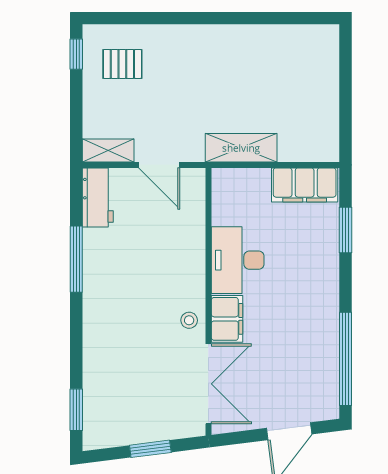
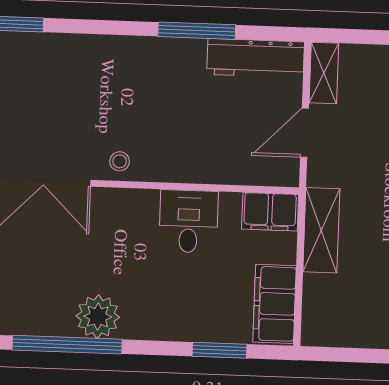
workbench: (98, 197) -> (256, 58), width x1.37
desk: (238, 260) -> (189, 221), width x0.73
filing cabinet: (227, 319) -> (270, 212), moved
plant: (321, 334) -> (98, 317), added

